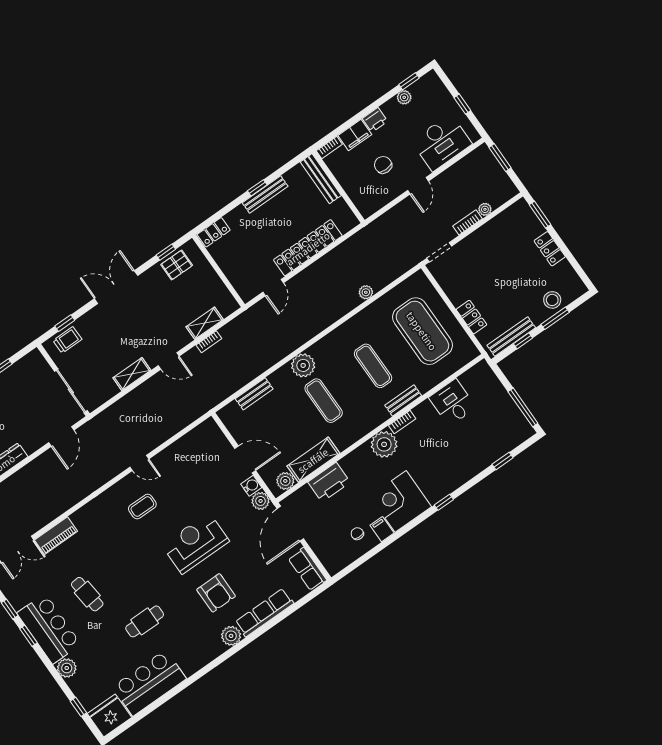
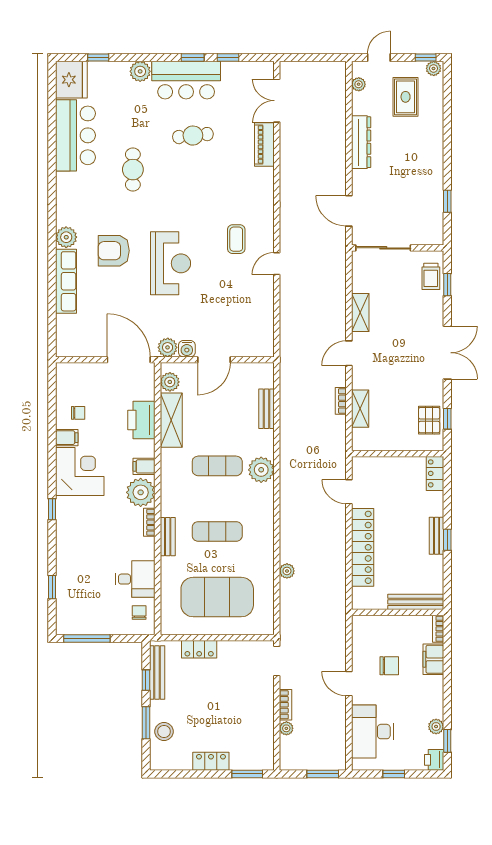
printer: (375, 120) -> (434, 760), moved
bench: (265, 194) -> (437, 536), width x0.73
chair: (476, 382) -> (139, 613), added
filing cabinet: (363, 456) -> (144, 466), added
row of seats: (307, 569) -> (78, 346), removed

